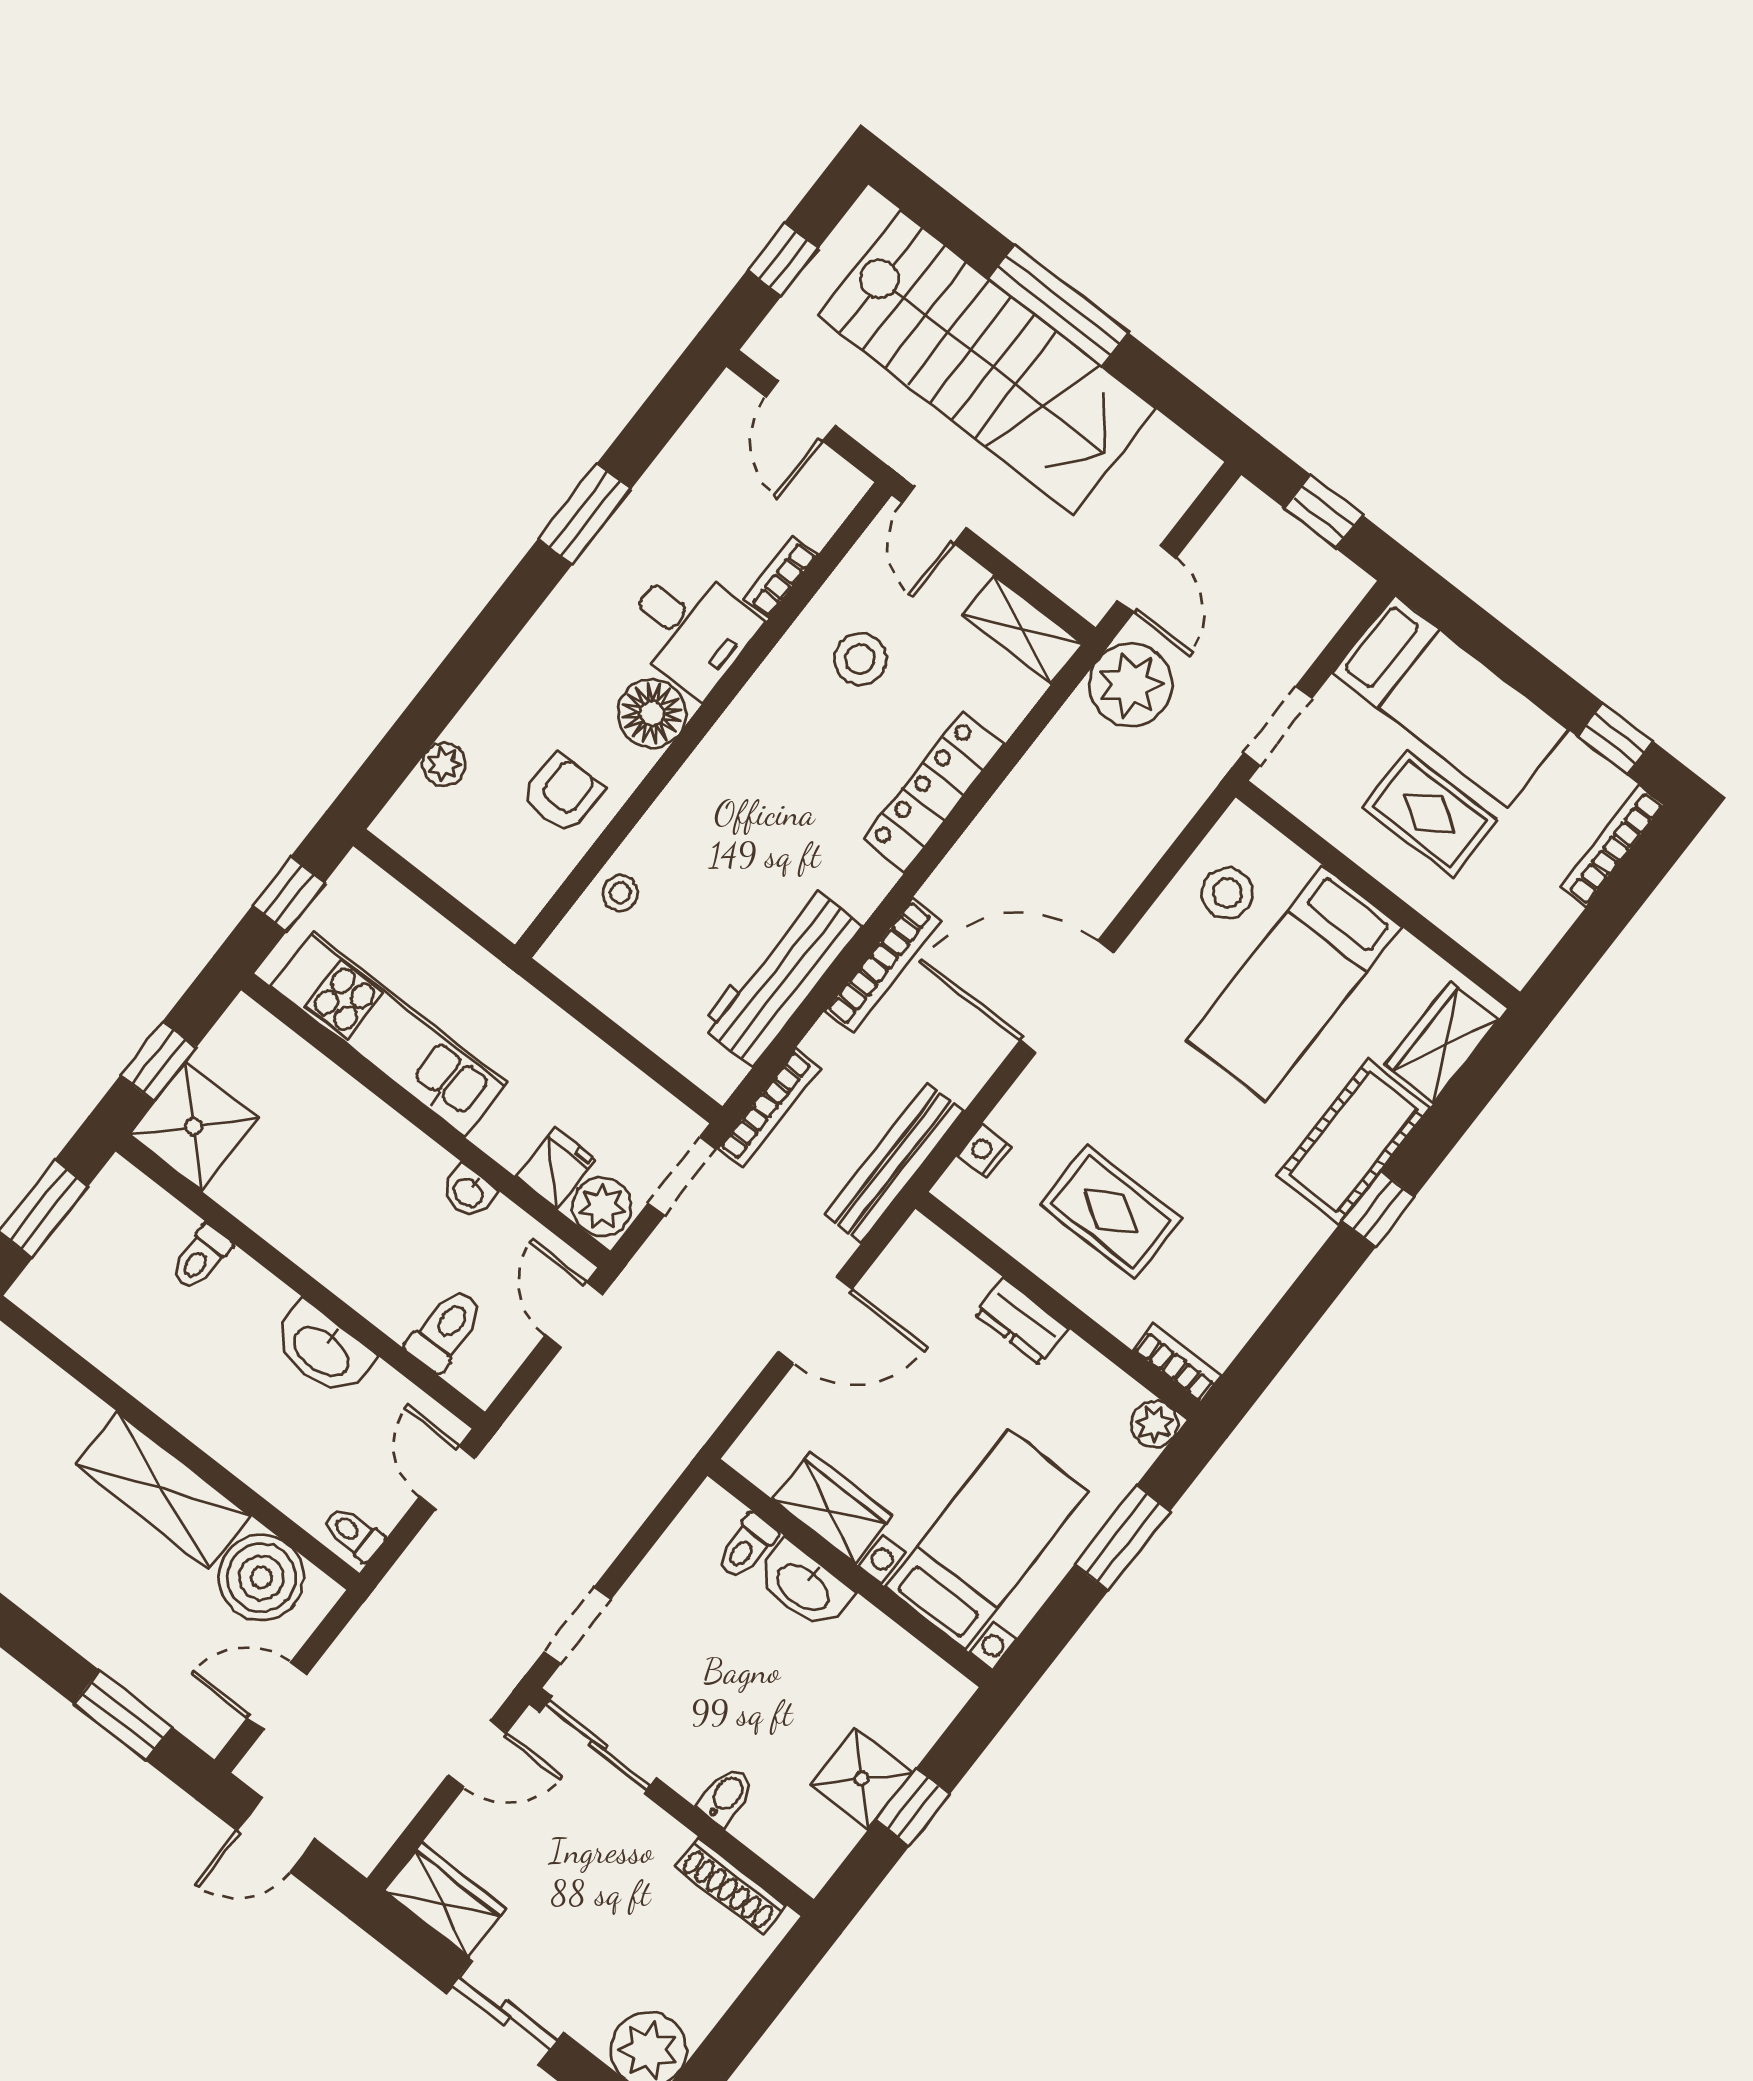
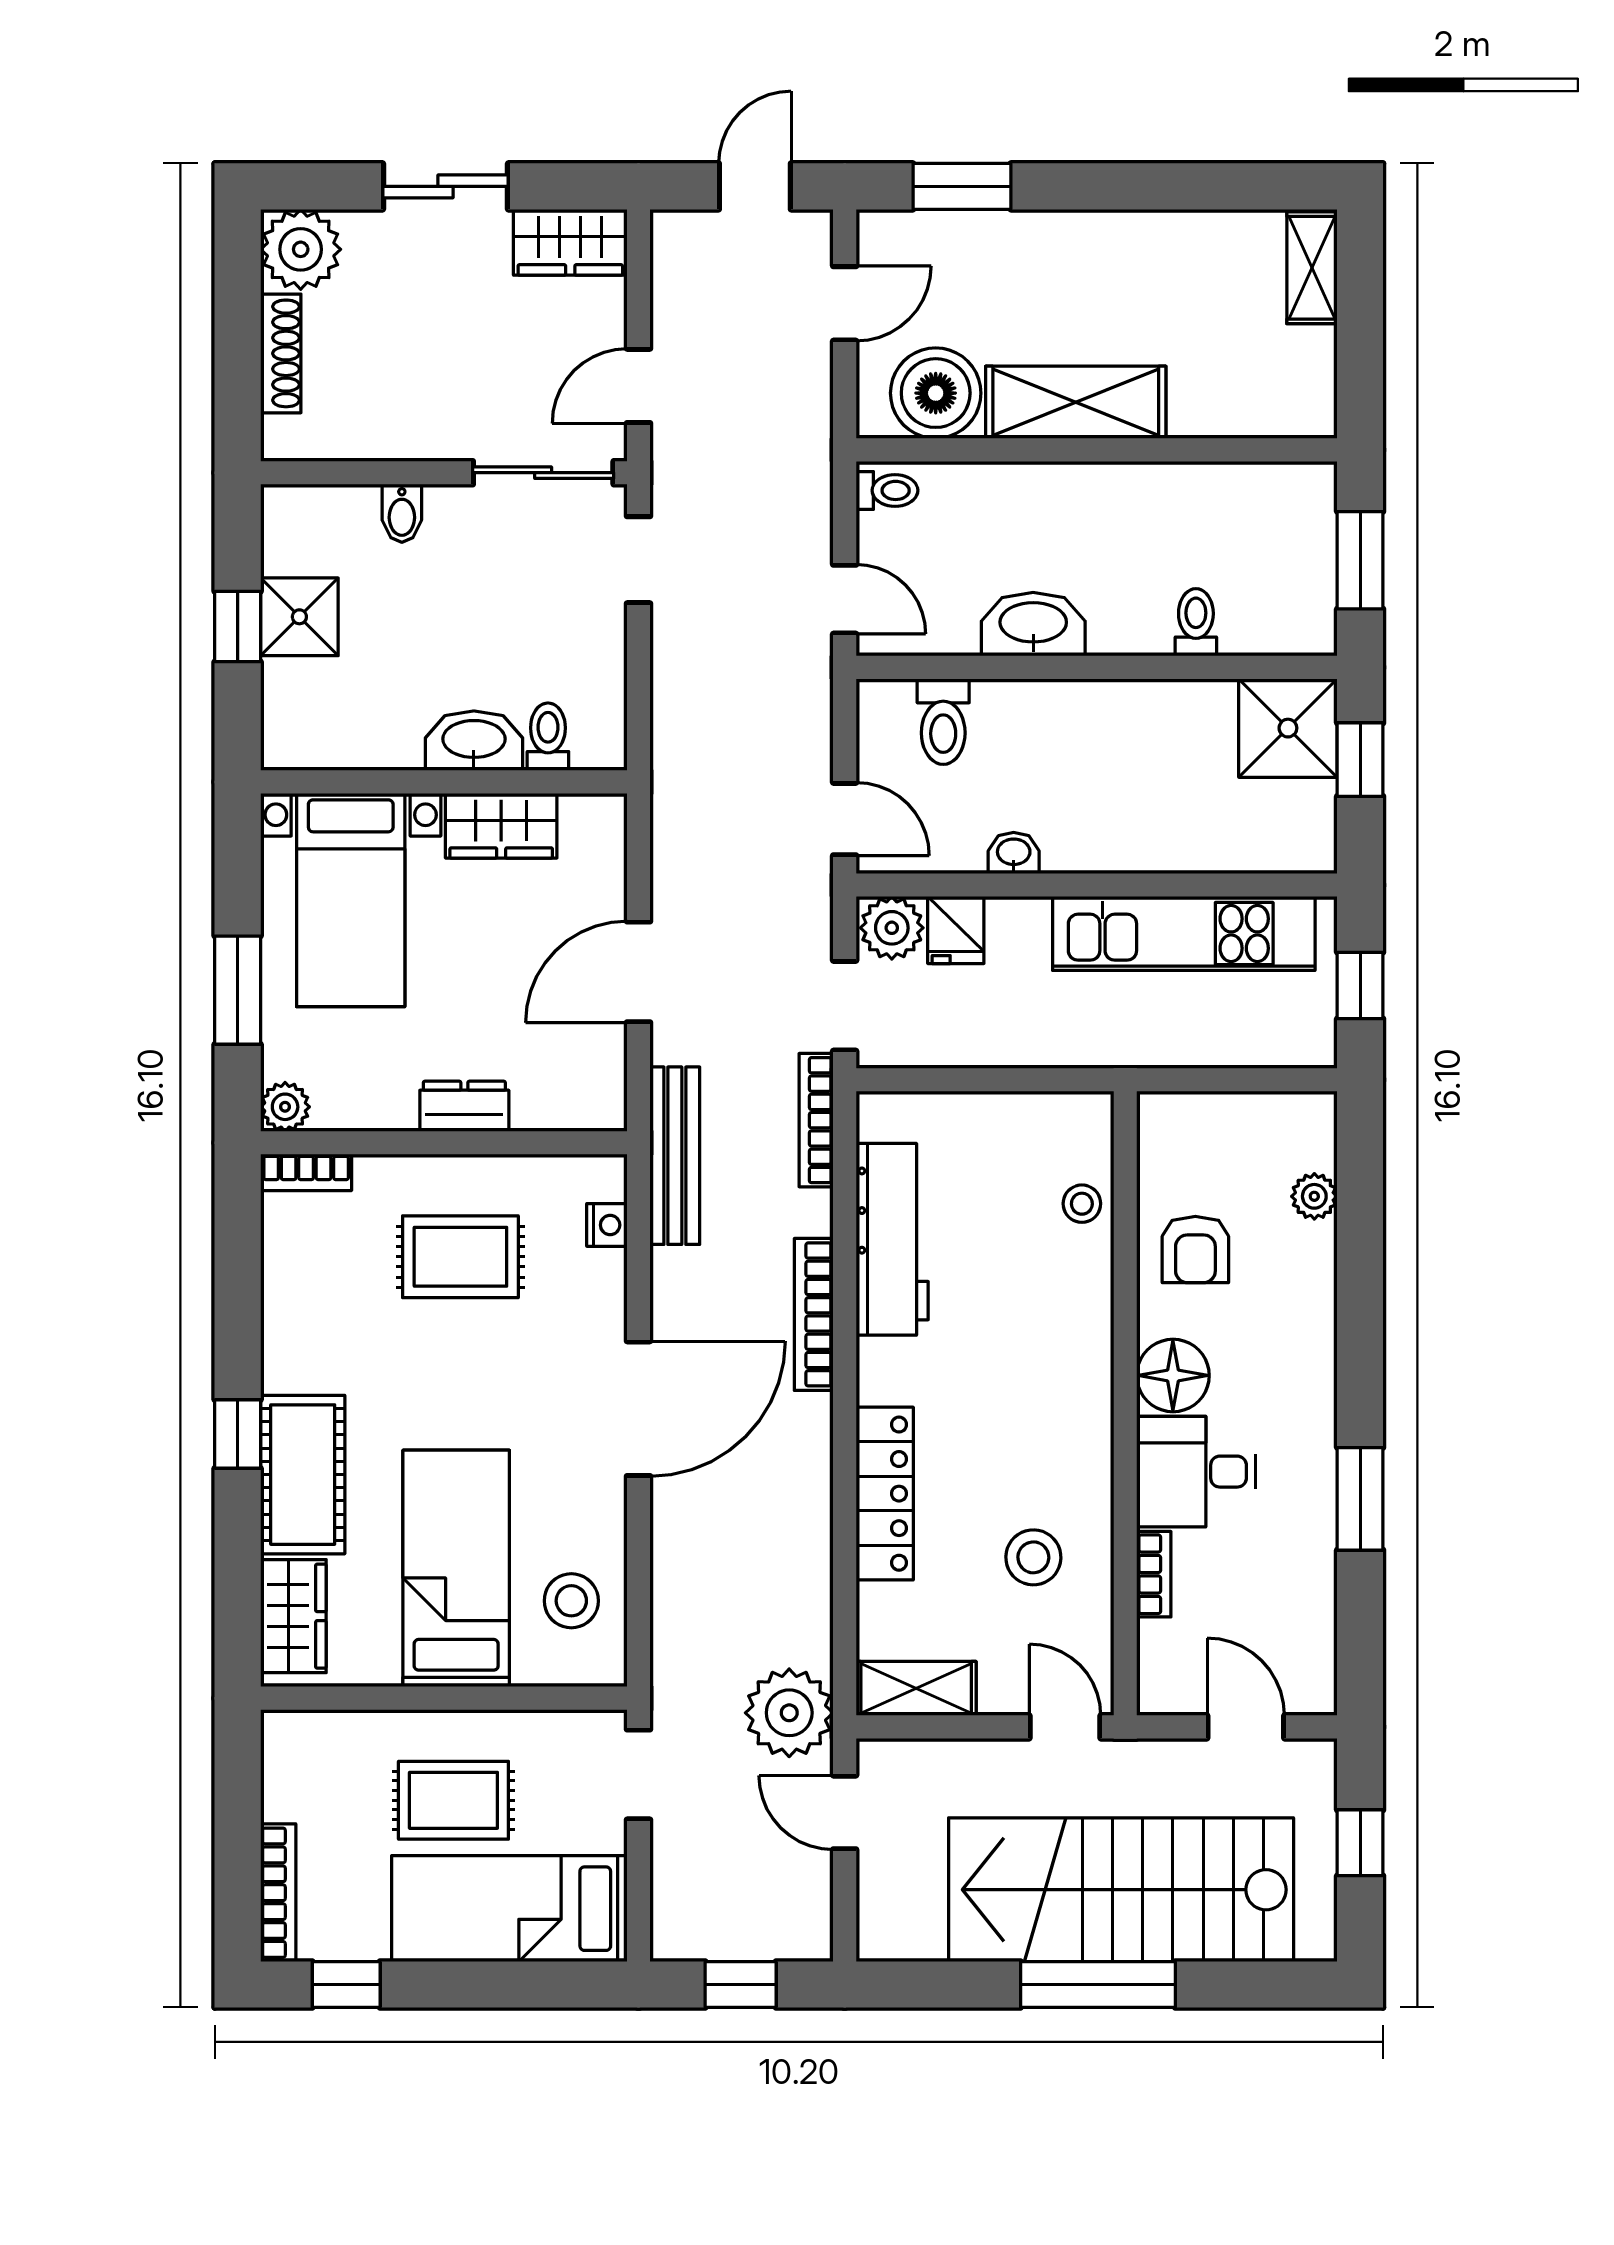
shoe rack: (731, 1886) -> (281, 353), moved, turned 90

